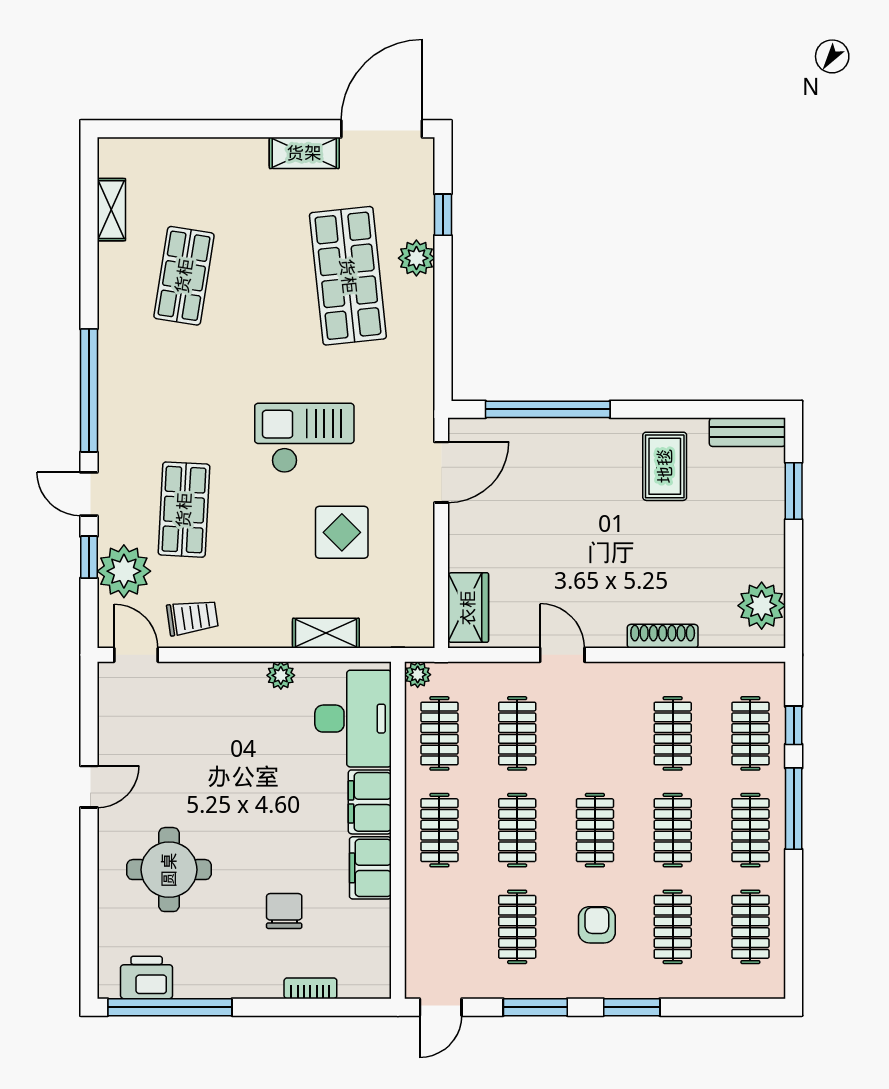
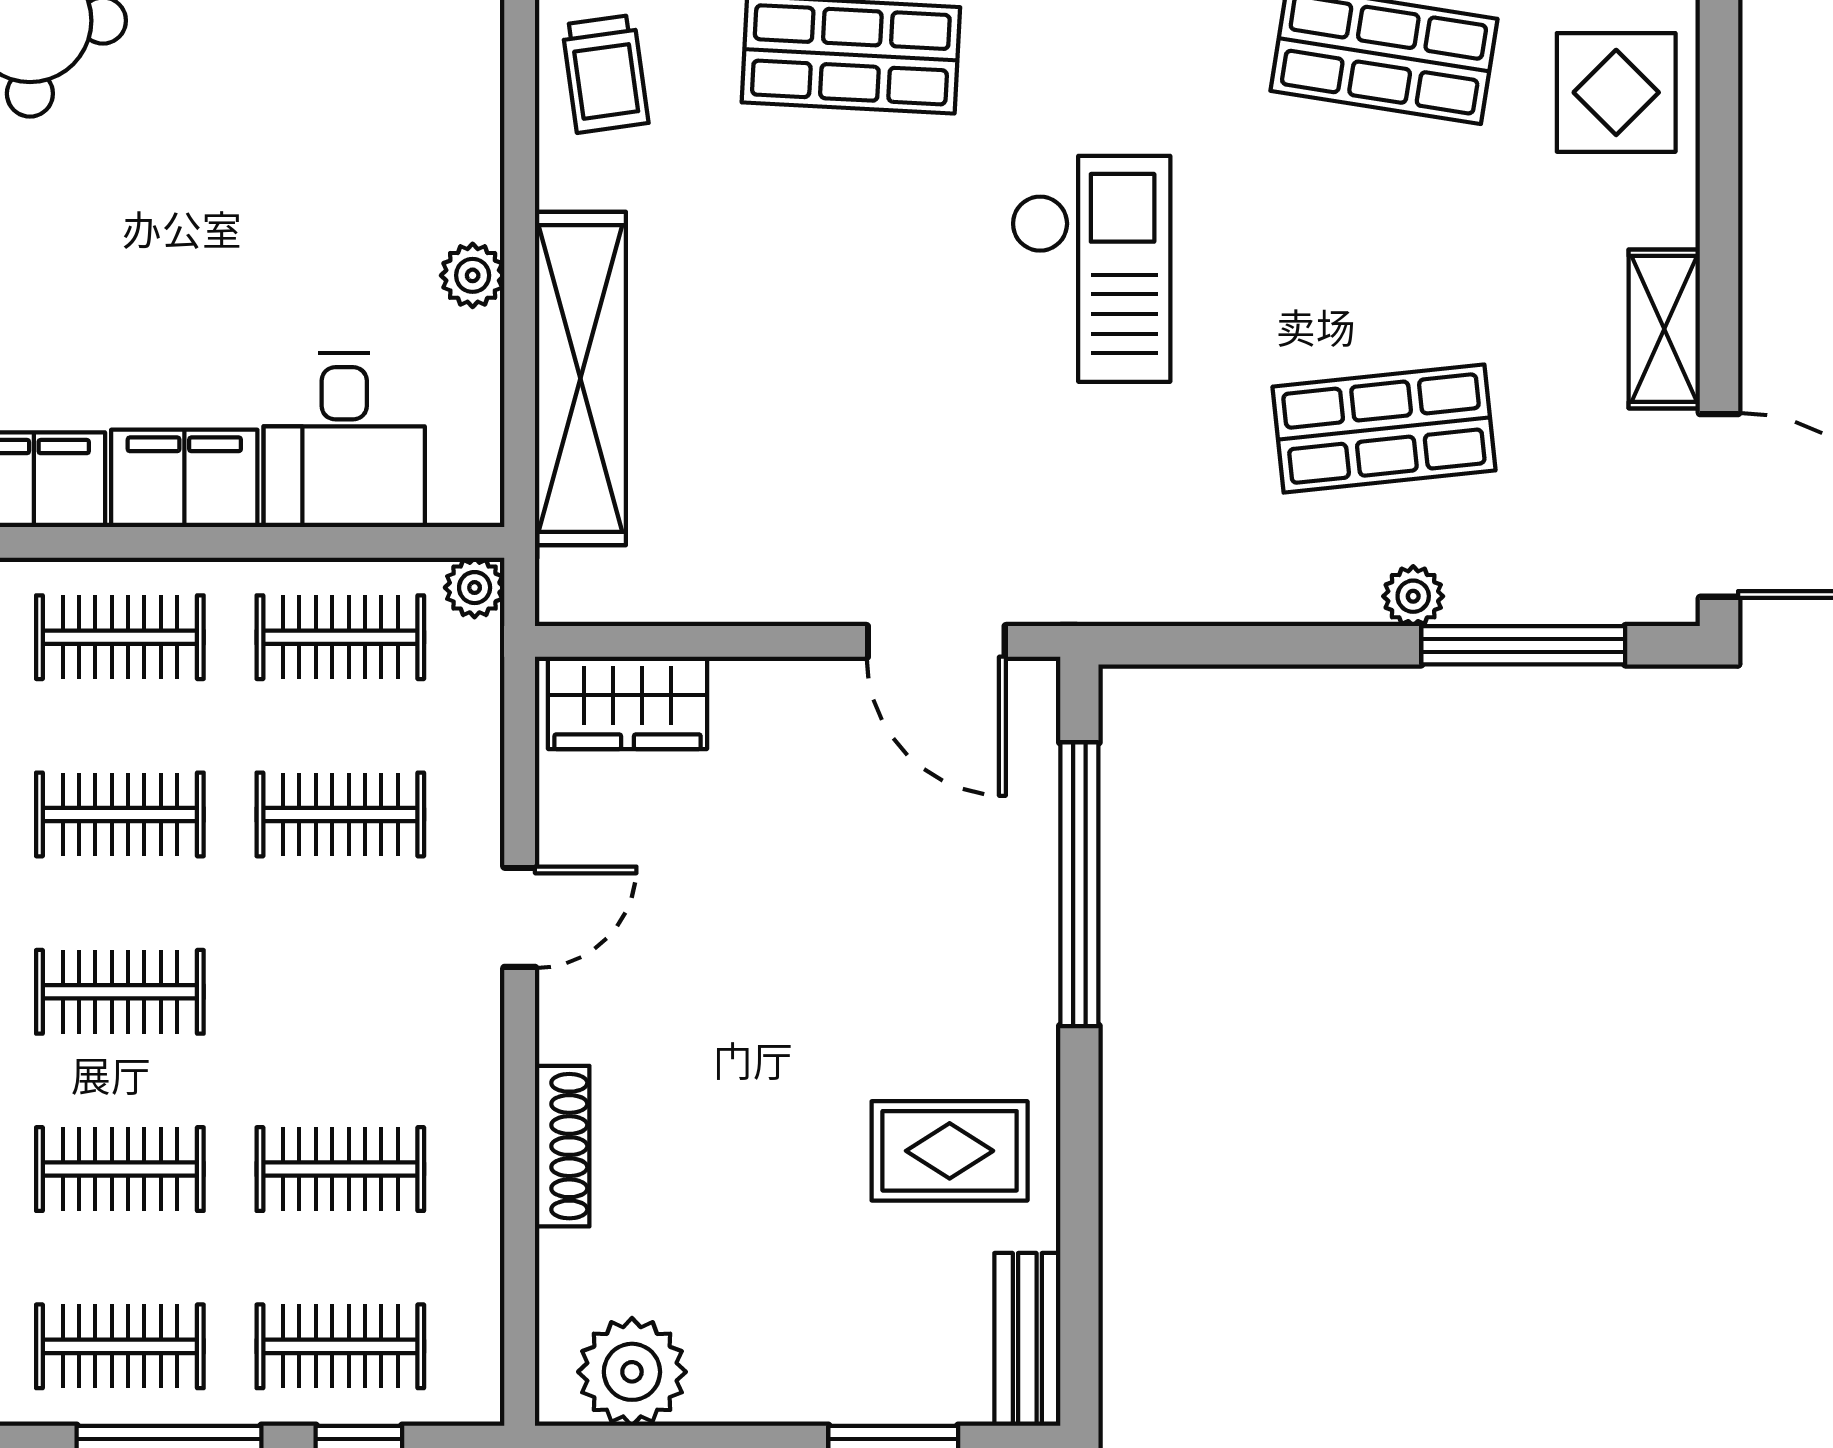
window: (443, 215) -> (1523, 645), width x2.17
plant: (416, 258) -> (1413, 596), width x0.73, depth x0.73
shop shelf: (348, 276) -> (1384, 429), width x0.70, depth x0.74
checkout: (304, 438) -> (1091, 269), moved
display table: (342, 532) -> (1616, 92), moved
shelving: (326, 633) -> (580, 378), width x2.20, depth x1.33
desk: (353, 719) -> (344, 440), width x0.73

